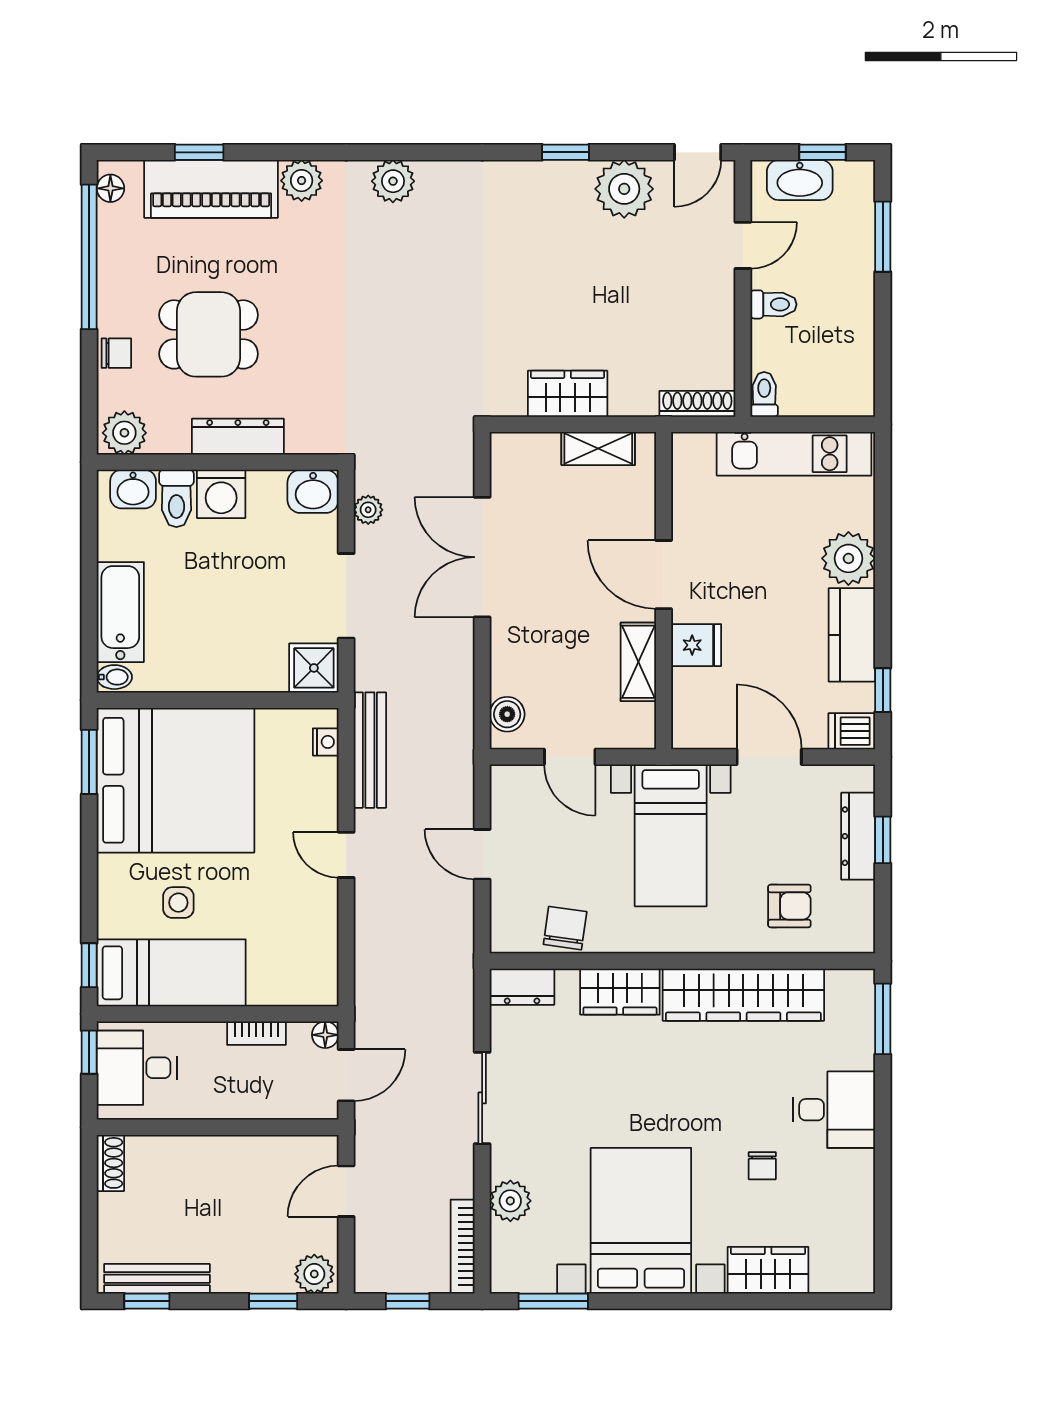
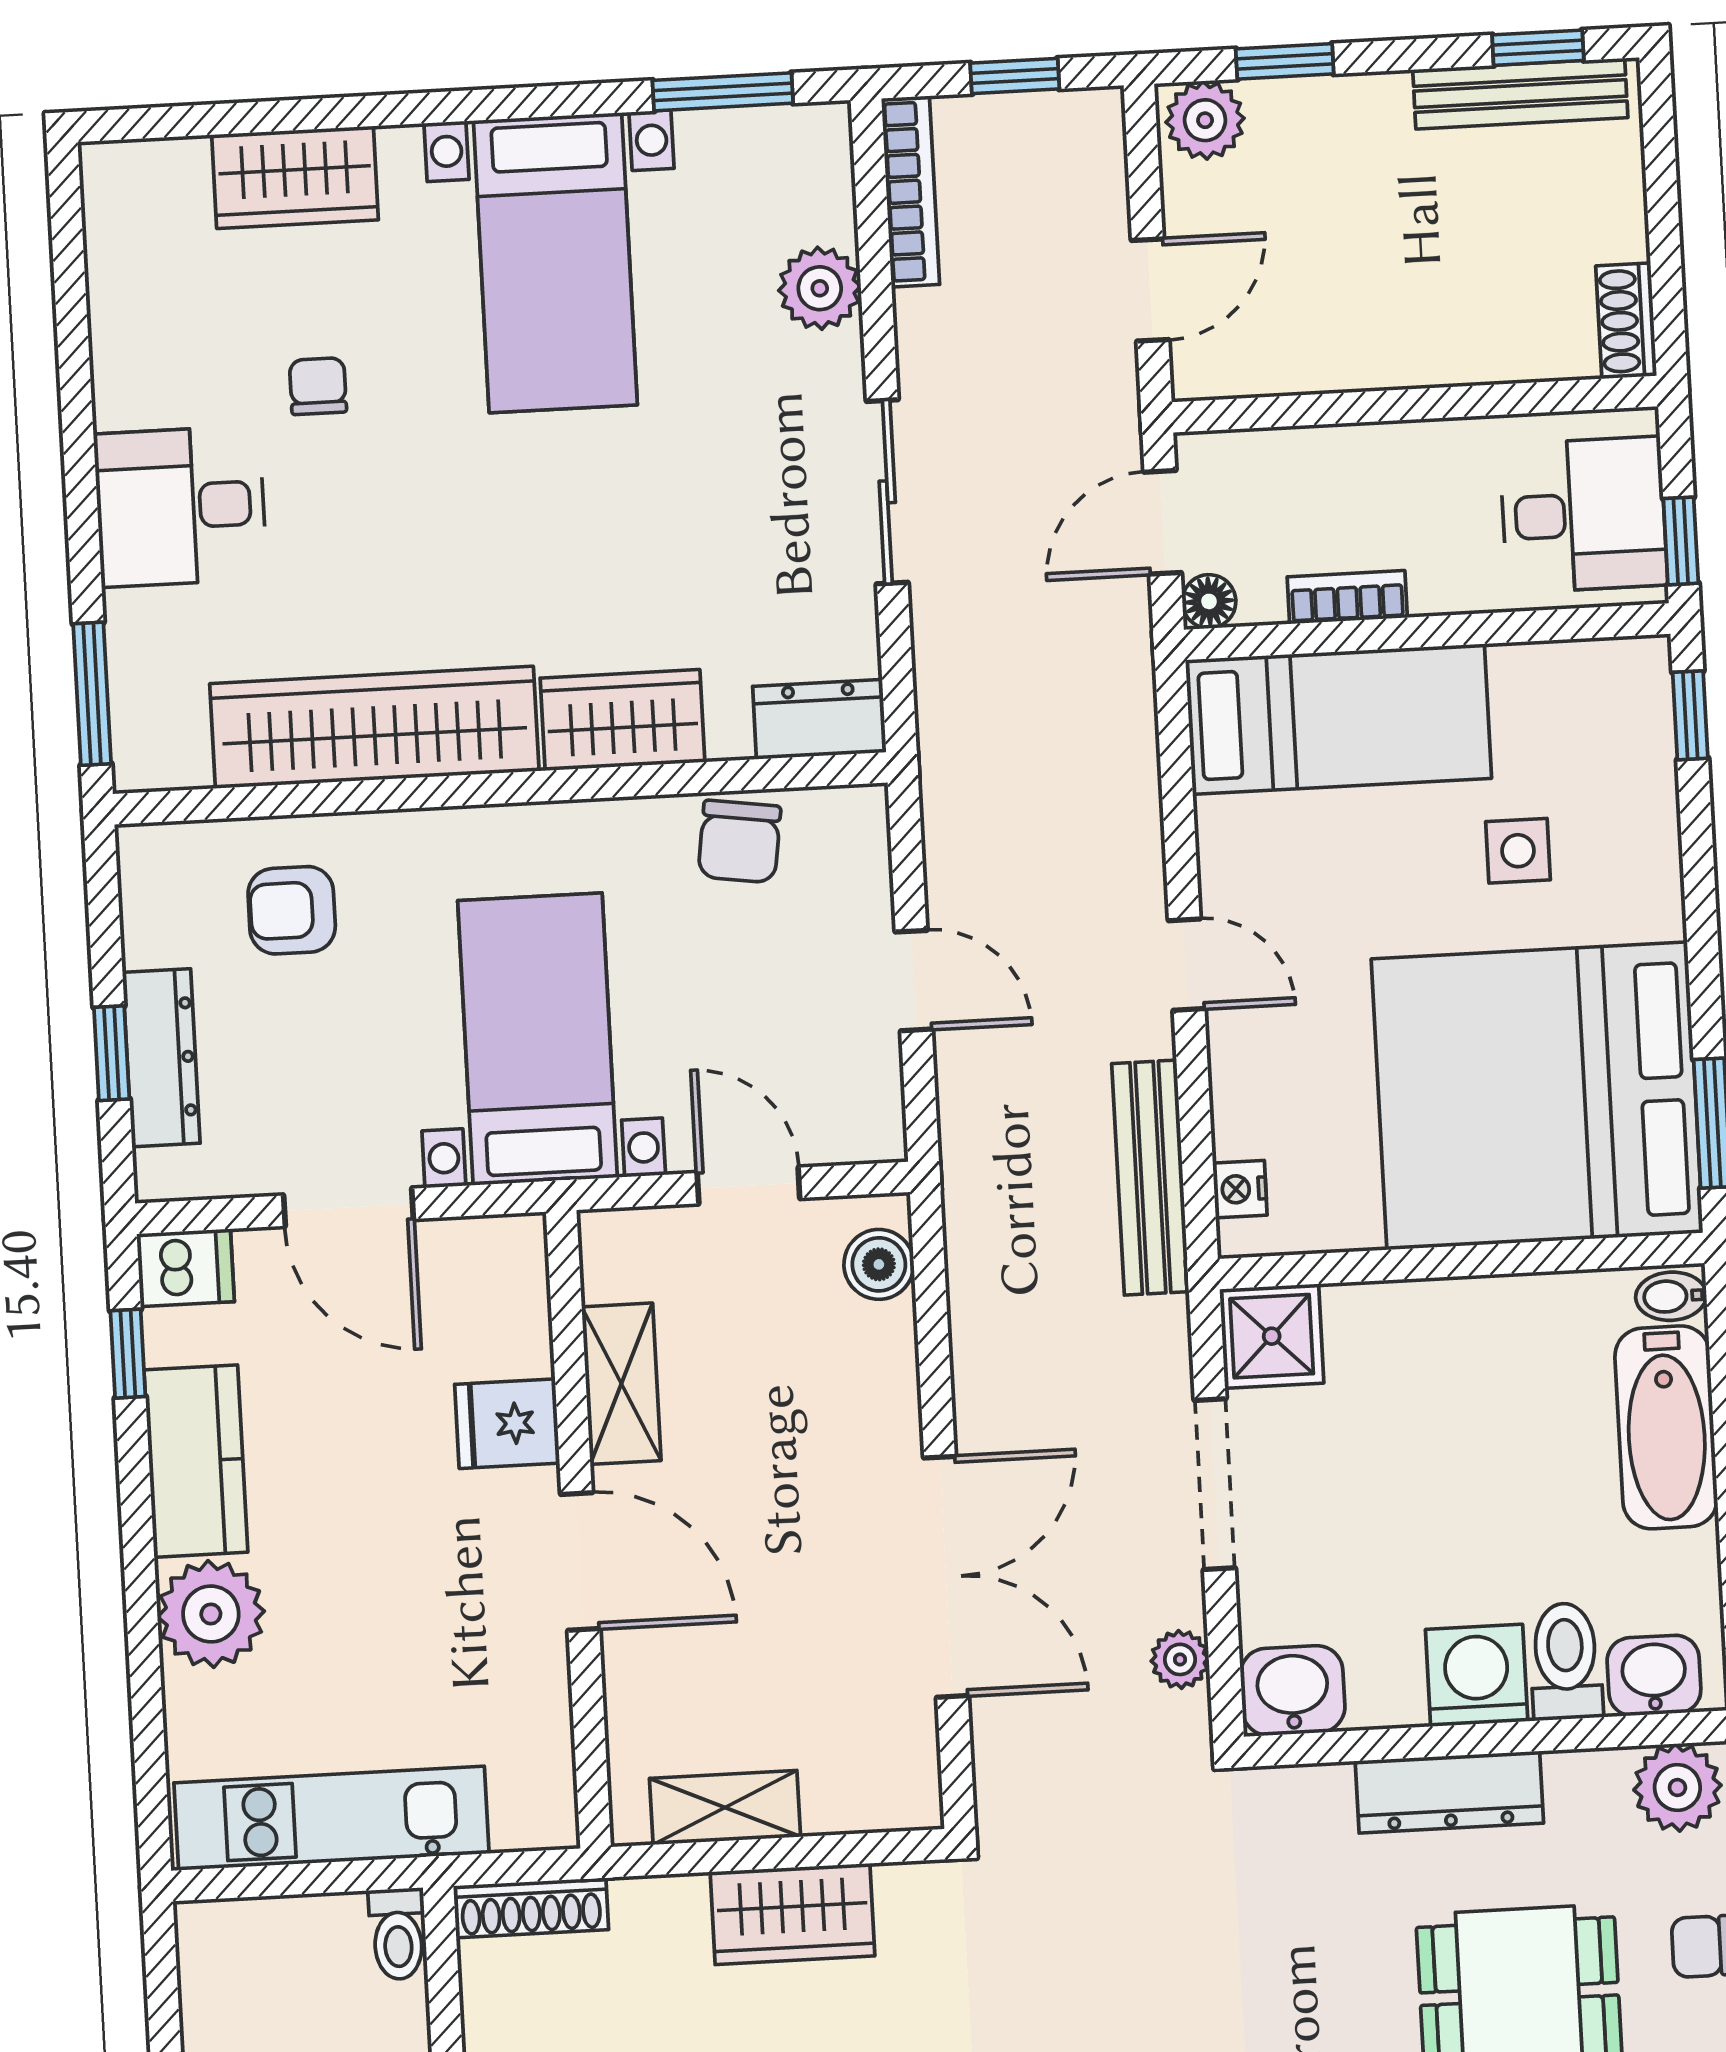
bed: (171, 973) -> (1338, 719), moved, turned 180
bed with nightstands: (641, 1221) -> (555, 263), width x0.73

